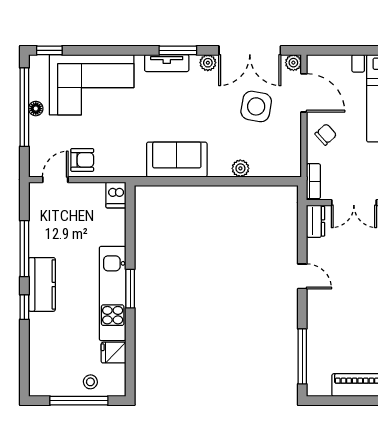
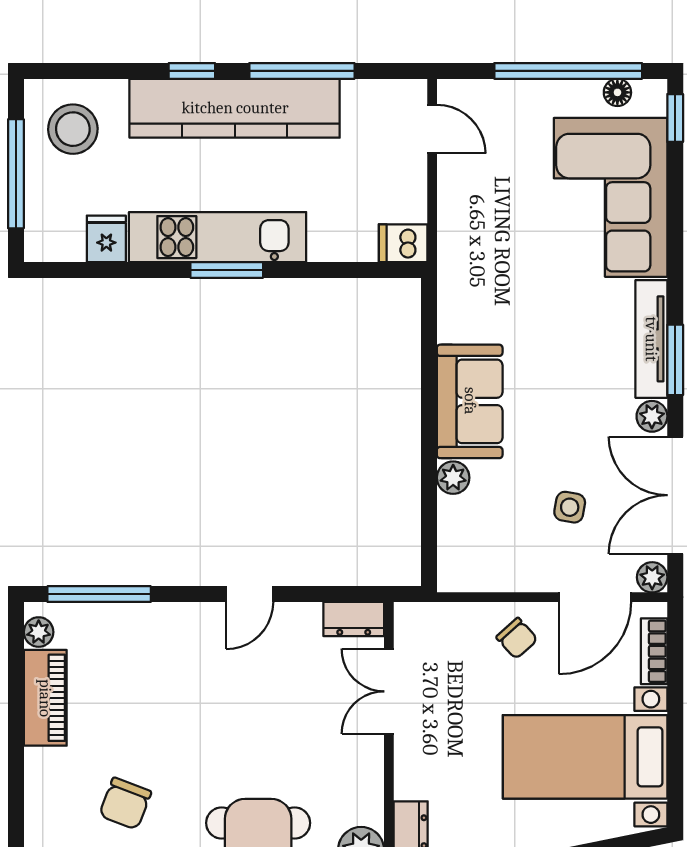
tv unit: (167, 63) -> (651, 339), width x1.41
side table: (256, 106) -> (570, 507), width x0.54, depth x0.54
floor lamp: (36, 109) -> (617, 92), moved
armchair: (82, 160) -> (469, 180), removed
sofa: (177, 160) -> (470, 401), moved
bookcase: (313, 181) -> (654, 651), moved, turned 90
kitchen counter: (42, 284) -> (235, 108), width x2.08, depth x1.17
stool: (90, 382) -> (73, 129), moved, width x1.89, depth x1.89
plant: (322, 389) -> (39, 632), added

